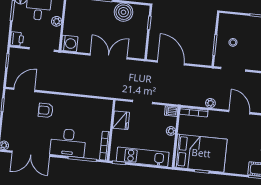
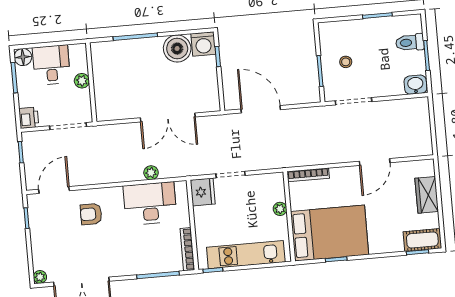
washing machine: (69, 43) -> (203, 44), moved, turned 90
double door: (109, 56) -> (168, 117), swing flipped
plant: (210, 103) -> (151, 173), moved
dishwasher: (171, 111) -> (275, 180), removed
door: (239, 112) -> (375, 162), swing flipped
fridge: (121, 120) -> (203, 192), moved
desk: (68, 143) -> (150, 203), moved, turned 180

